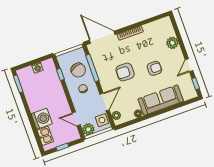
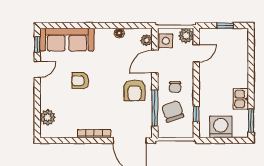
plant: (172, 43) -> (48, 117), moved
washing machine: (37, 68) -> (221, 127), width x1.89, depth x1.89
armchair: (125, 72) -> (135, 90), moved, turned 90
sofa: (161, 100) -> (67, 40), moved
washing machine: (42, 119) -> (238, 68), removed
door: (76, 119) -> (196, 53), hinge flipped
kitchen sink: (45, 136) -> (241, 99), moved

